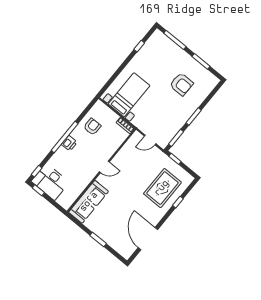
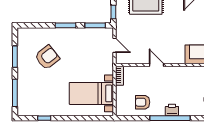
armchair: (181, 84) -> (47, 57), turned 52
door: (104, 167) -> (156, 65), moved

